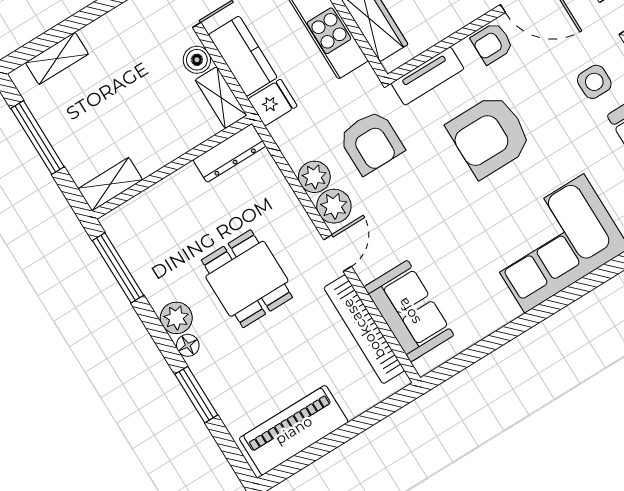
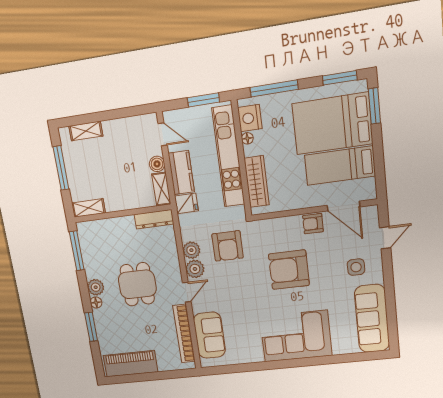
tv unit: (428, 76) -> (272, 226), removed

